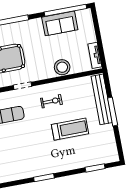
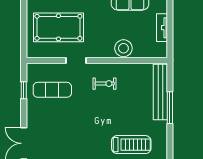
tv unit: (95, 55) -> (162, 28), moved
treadmill: (70, 129) -> (131, 145), moved

